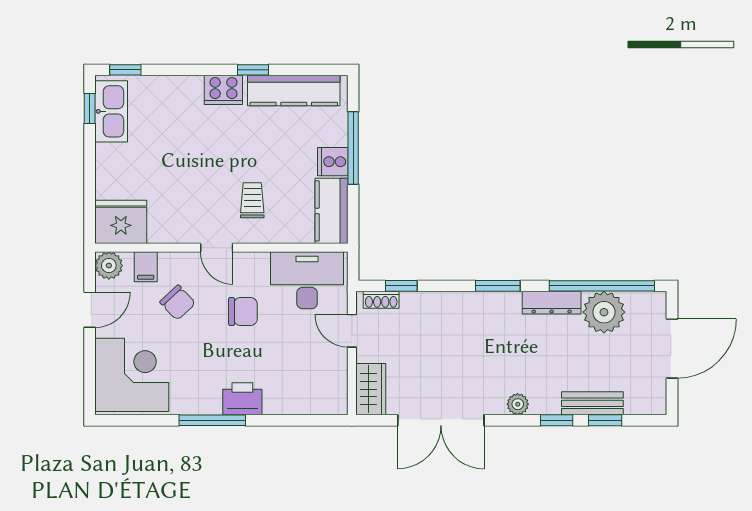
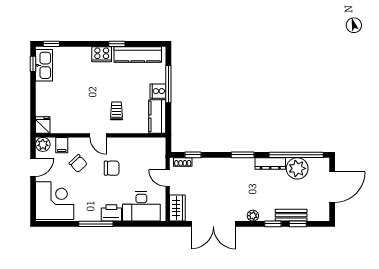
fridge: (121, 222) -> (43, 125), width x0.53, depth x0.75
desk: (307, 280) -> (141, 207), moved, turned 180

